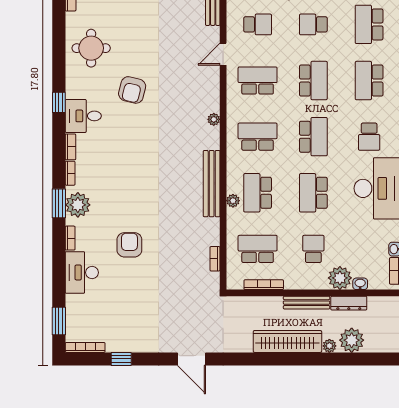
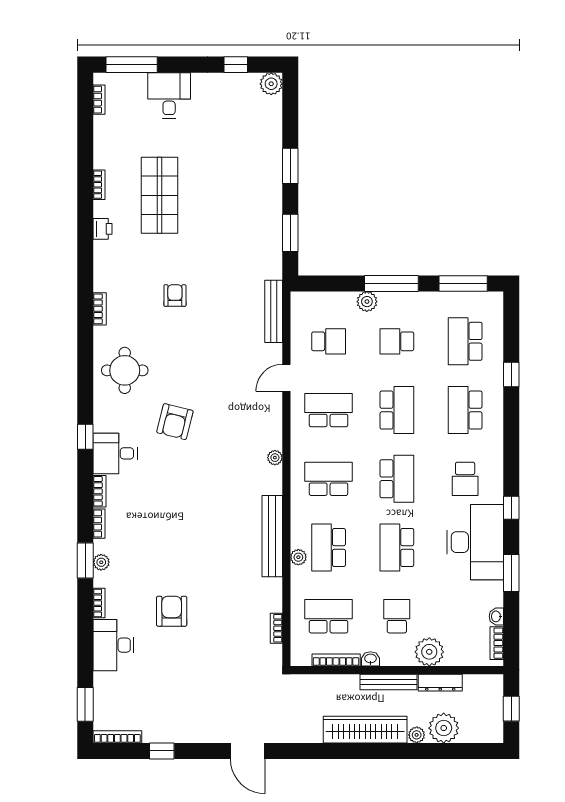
plant: (78, 205) -> (101, 562), width x0.53, depth x0.53
washbasin: (360, 284) -> (371, 659), moved

